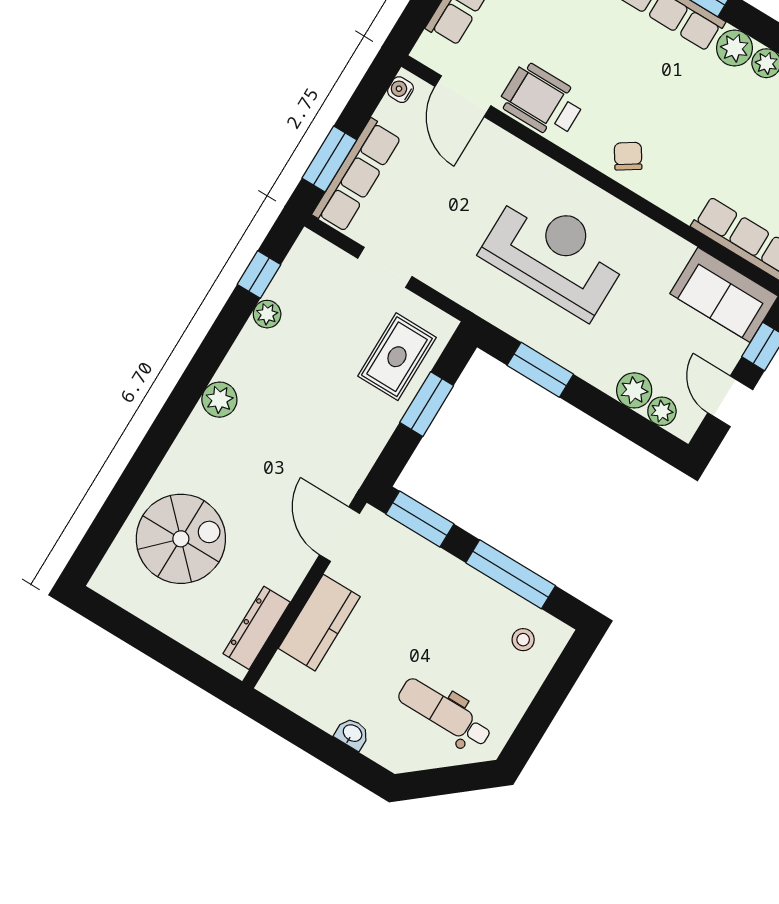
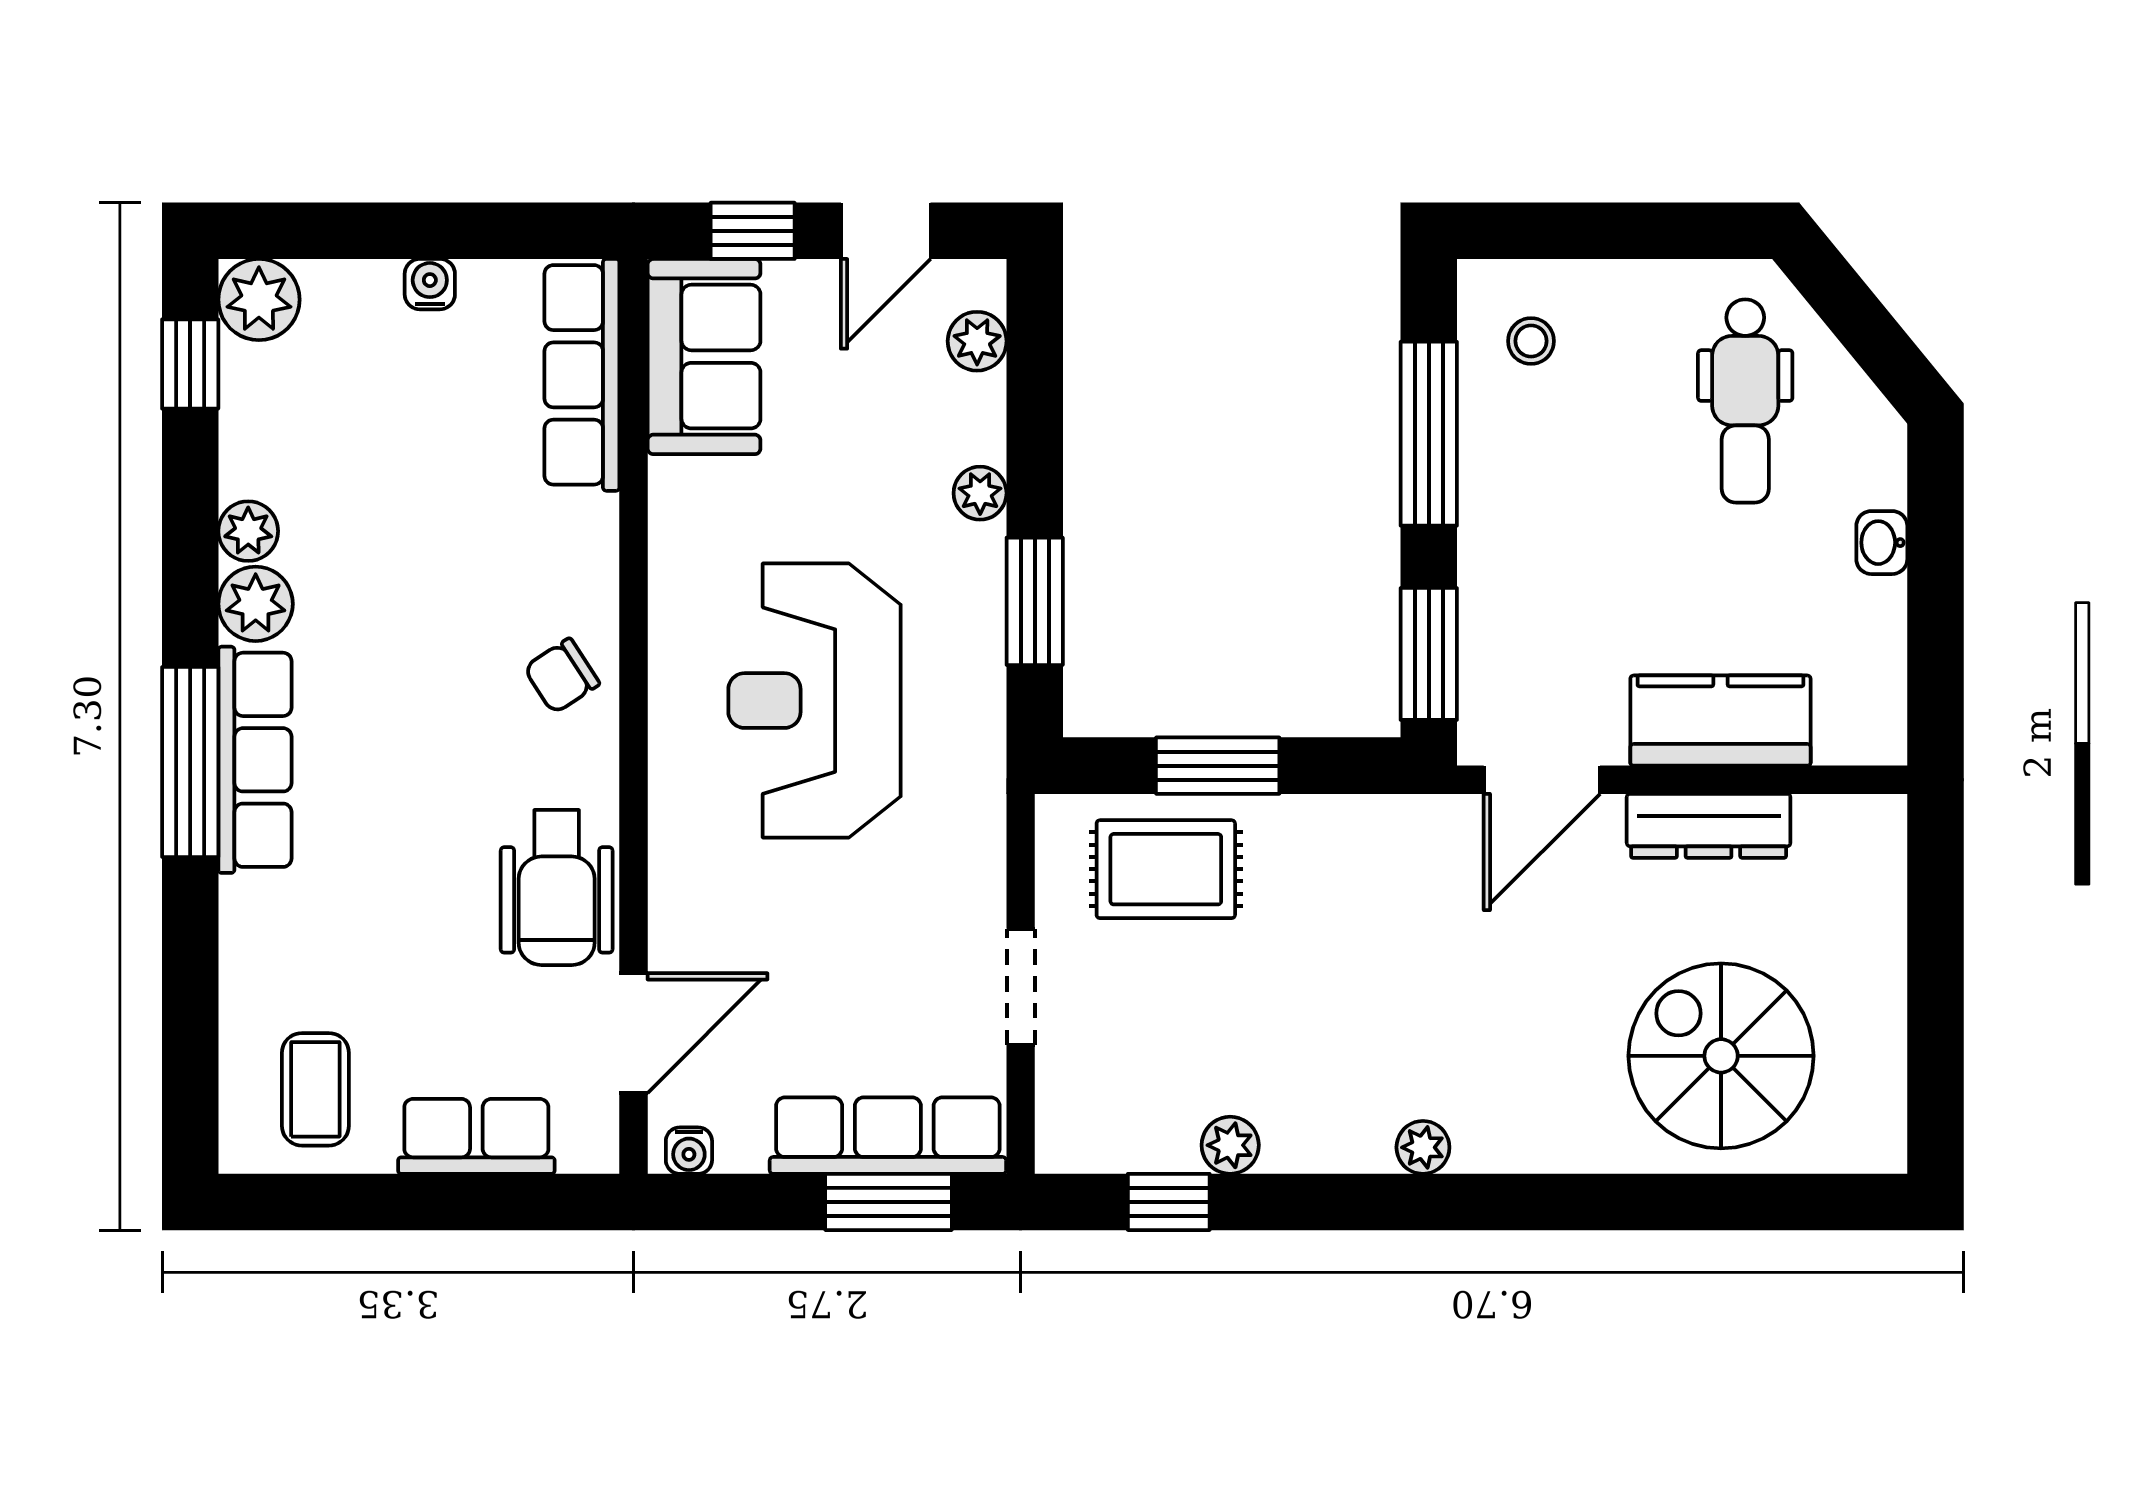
plant: (634, 390) -> (980, 493), moved, width x0.73, depth x0.73
plant: (219, 400) -> (1423, 1147), width x0.73, depth x0.73
dresser: (257, 628) -> (1709, 826), moved

